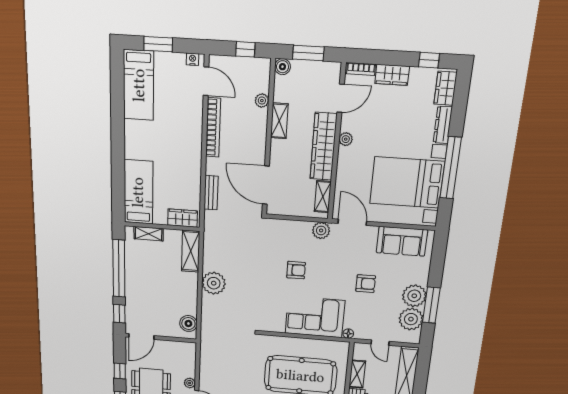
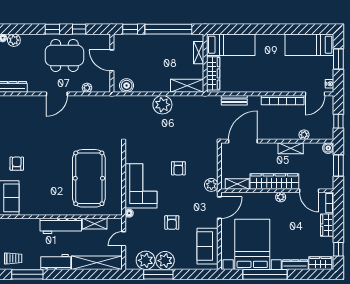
wardrobe: (183, 218) -> (213, 73), width x1.50
door: (141, 336) -> (112, 60), moved
plant: (190, 383) -> (87, 88), moved

